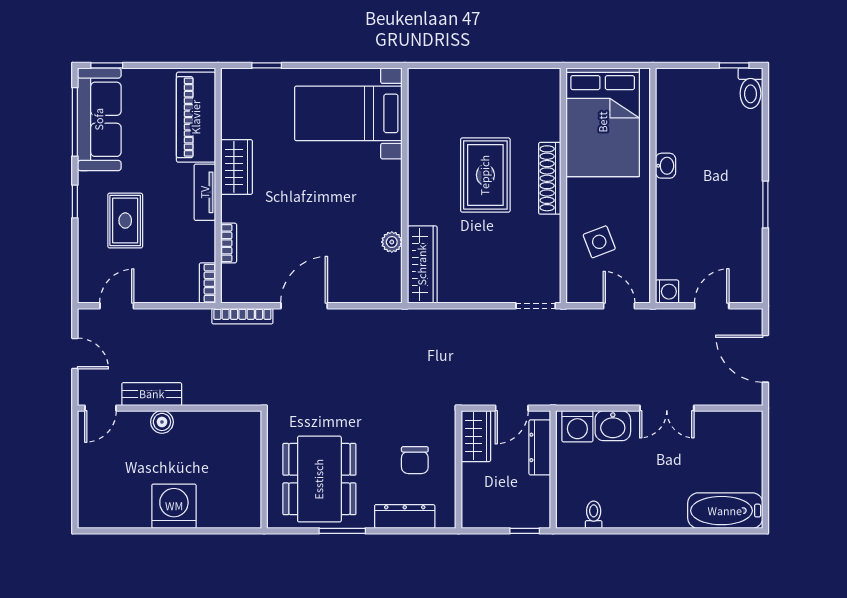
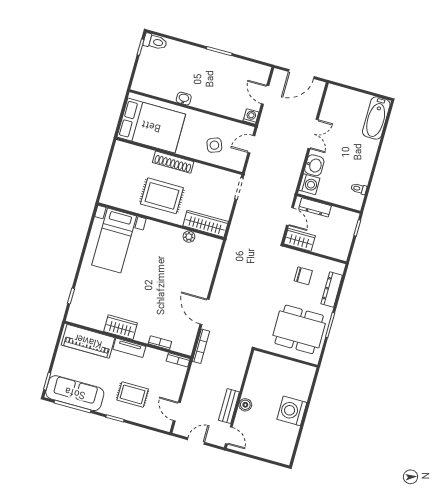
bed with nightstands: (348, 113) -> (114, 241), moved
wall: (405, 186) -> (161, 221), moved
plant: (392, 242) -> (189, 237), moved
wardrobe: (422, 265) -> (206, 224), moved

